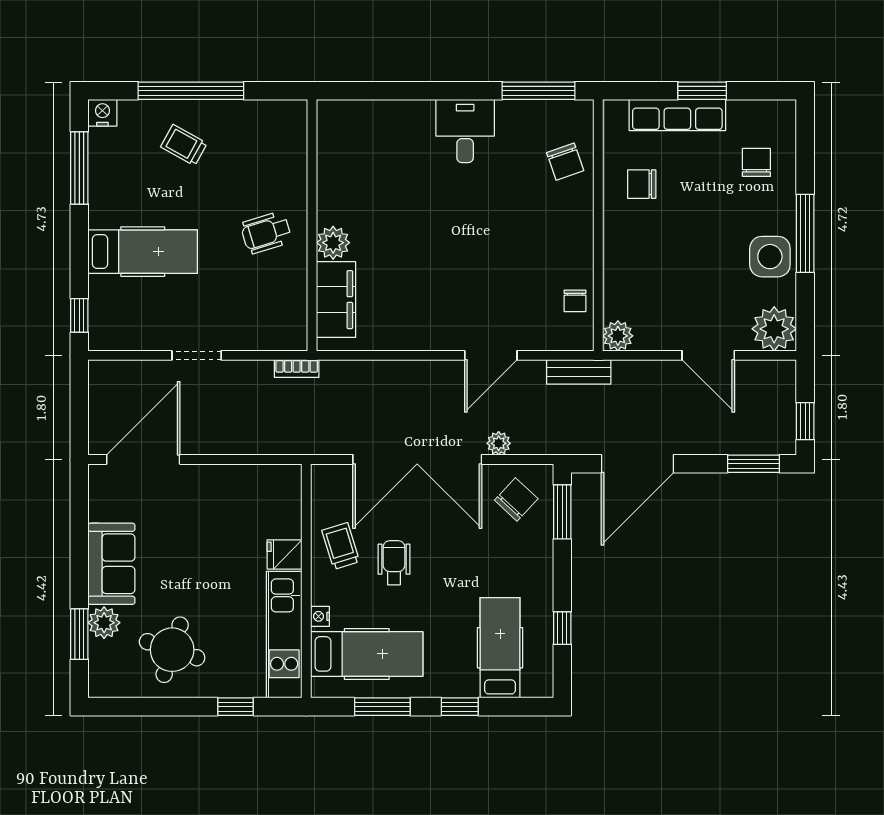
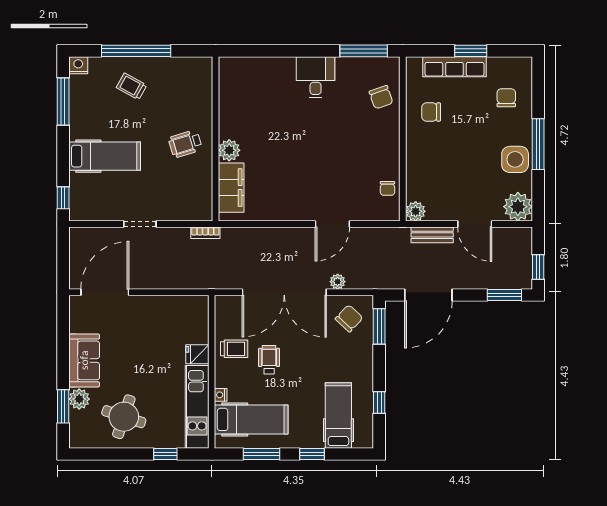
bench: (579, 372) -> (432, 235), moved
trolley: (341, 546) -> (234, 349), turned 107

